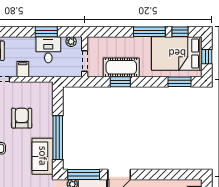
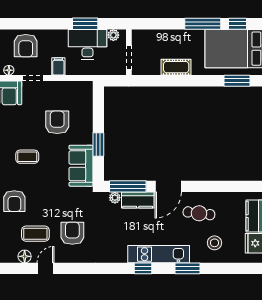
desk: (48, 50) -> (87, 44), width x1.37
cot: (121, 67) -> (176, 67), width x0.73, depth x0.75
window: (120, 82) -> (169, 81), removed
window: (58, 138) -> (98, 145), width x0.47

